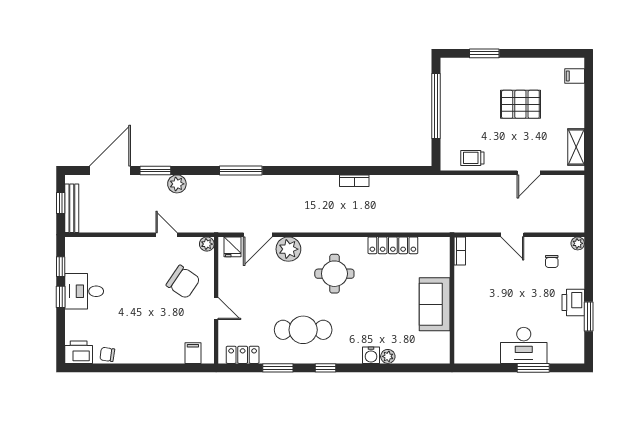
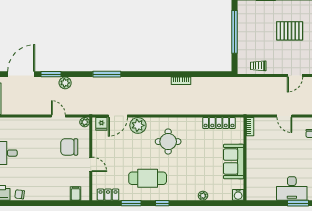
locker: (393, 245) -> (219, 123), moved
chair: (183, 282) -> (69, 147), turned 146
water cooler: (371, 355) -> (238, 195), moved

